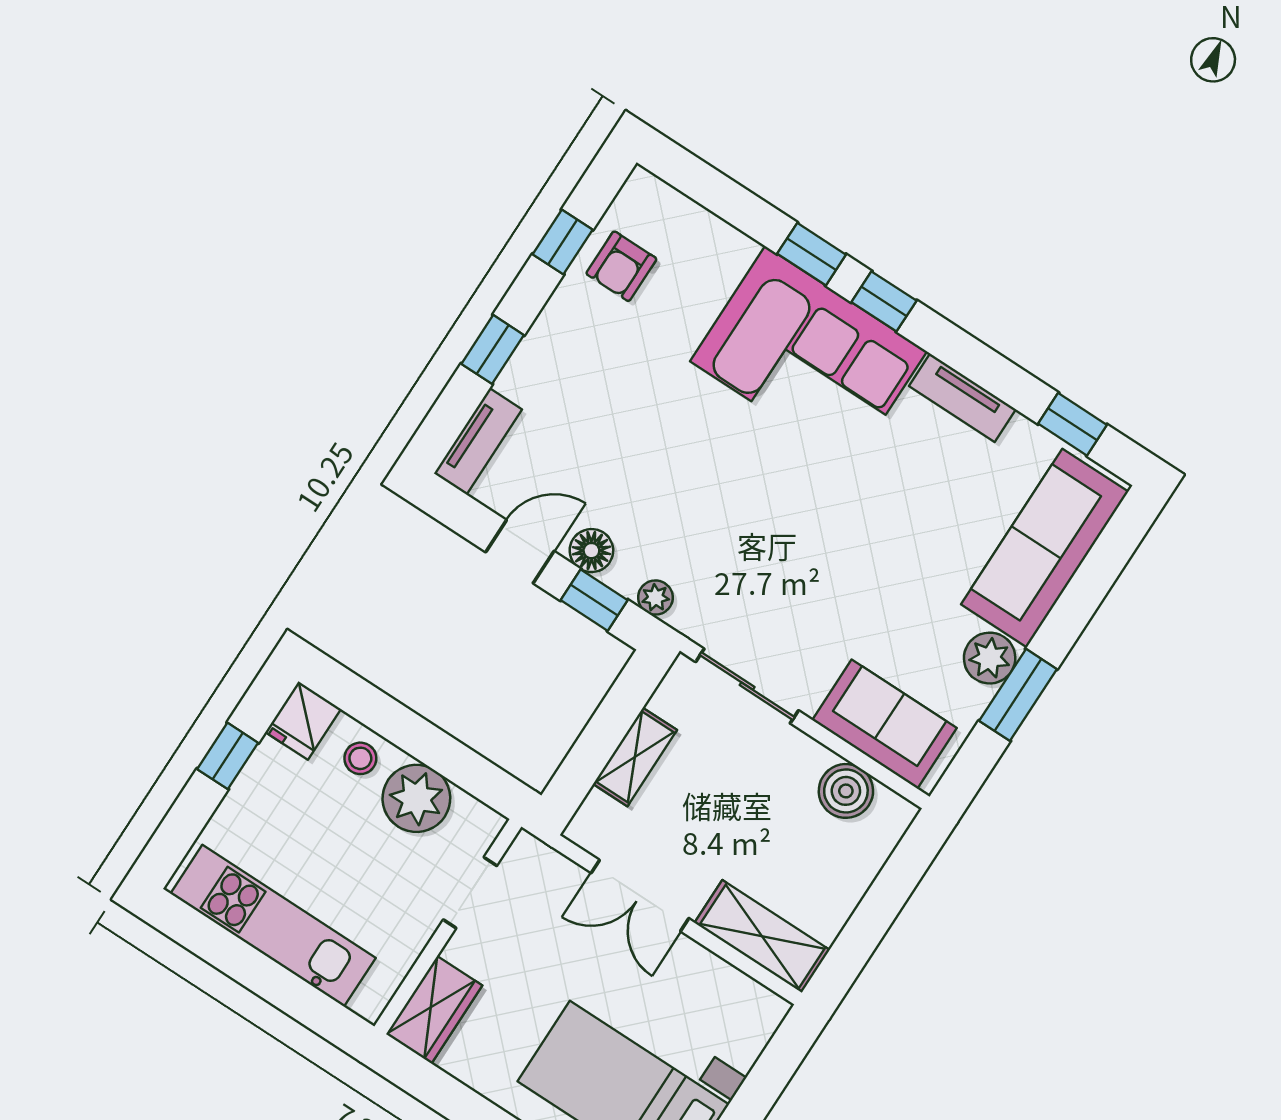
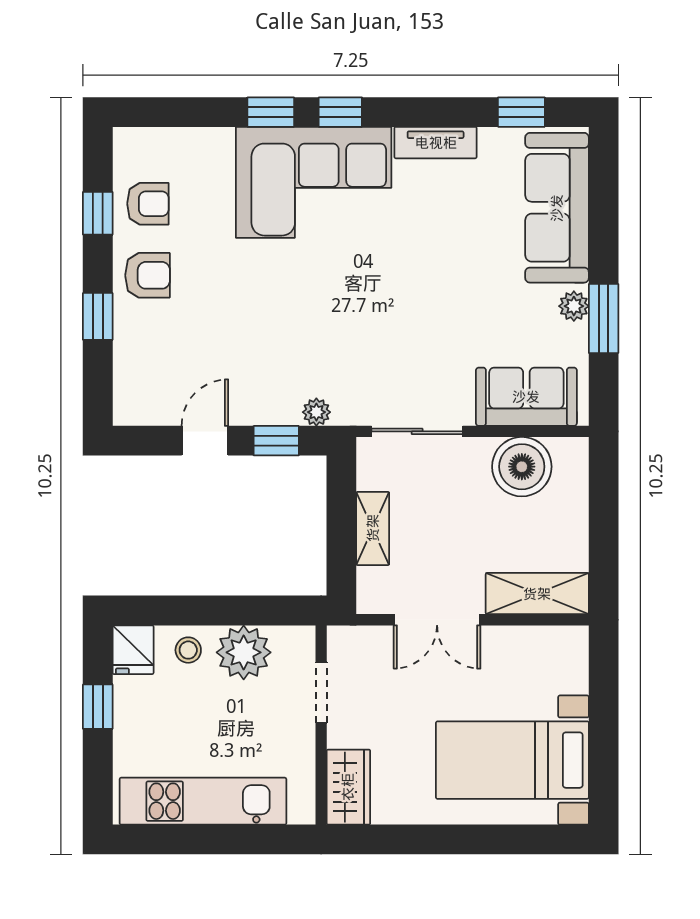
armchair: (621, 266) -> (148, 204), turned -90
armchair: (572, 340) -> (148, 275), added
tv unit: (478, 441) -> (128, 385), removed
floor lamp: (591, 551) -> (253, 409), removed
plant: (990, 658) -> (574, 306), width x0.73, depth x0.73
boiler: (846, 791) -> (522, 467), width x1.37, depth x1.37

